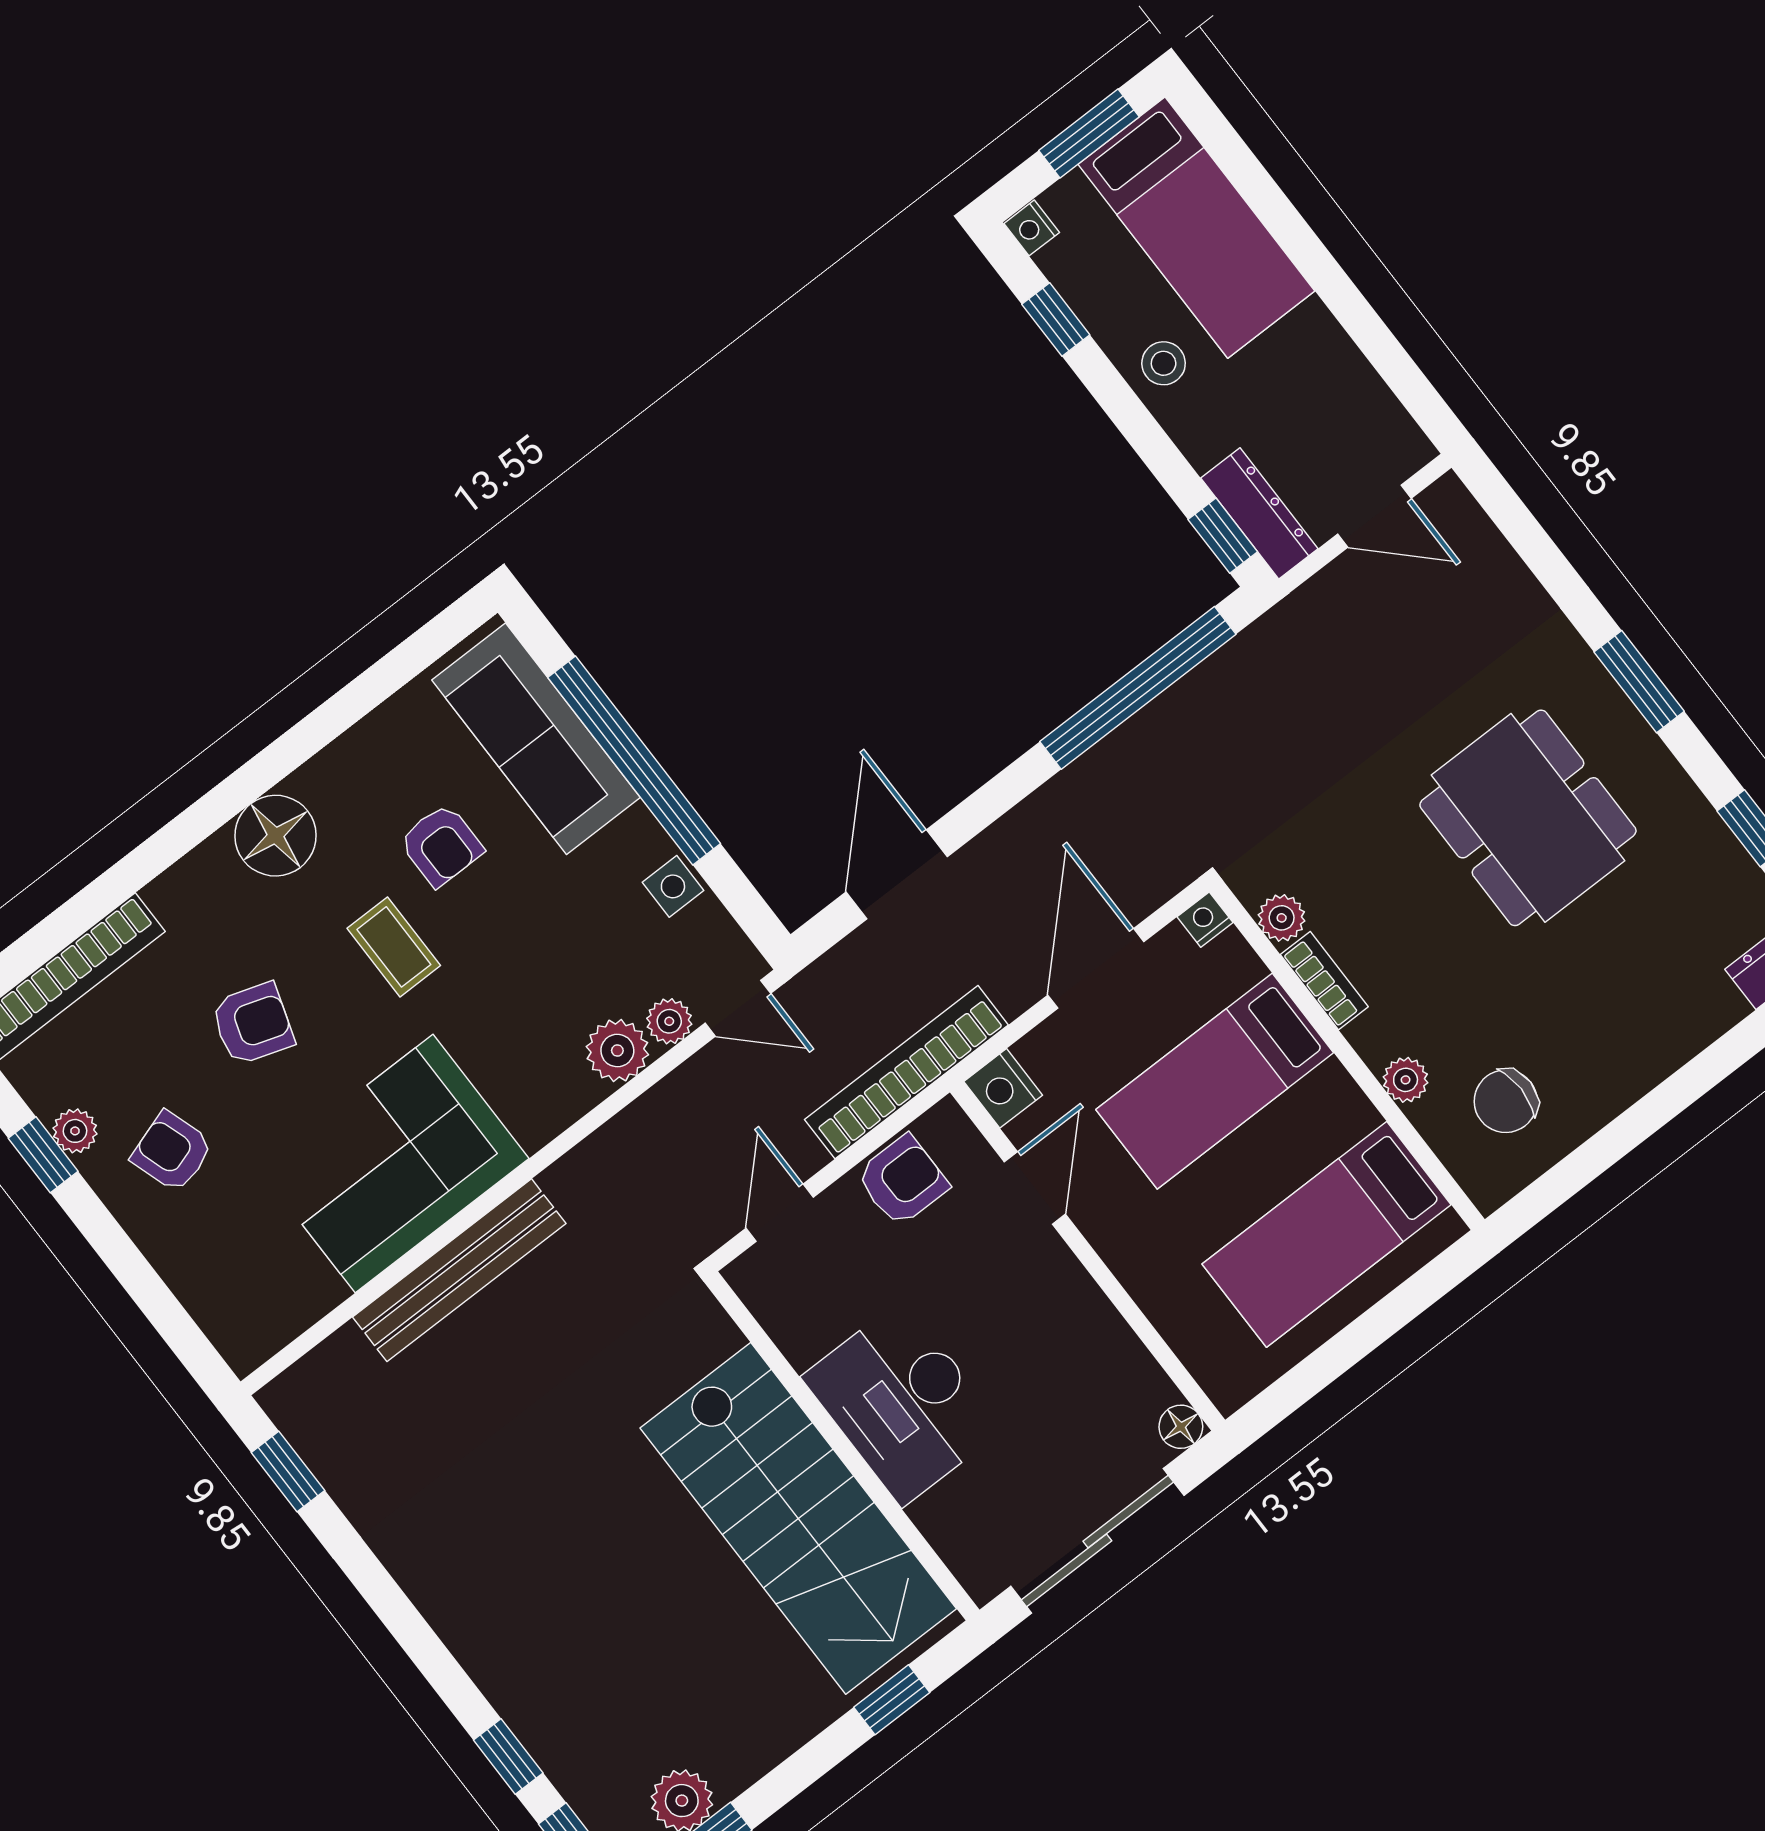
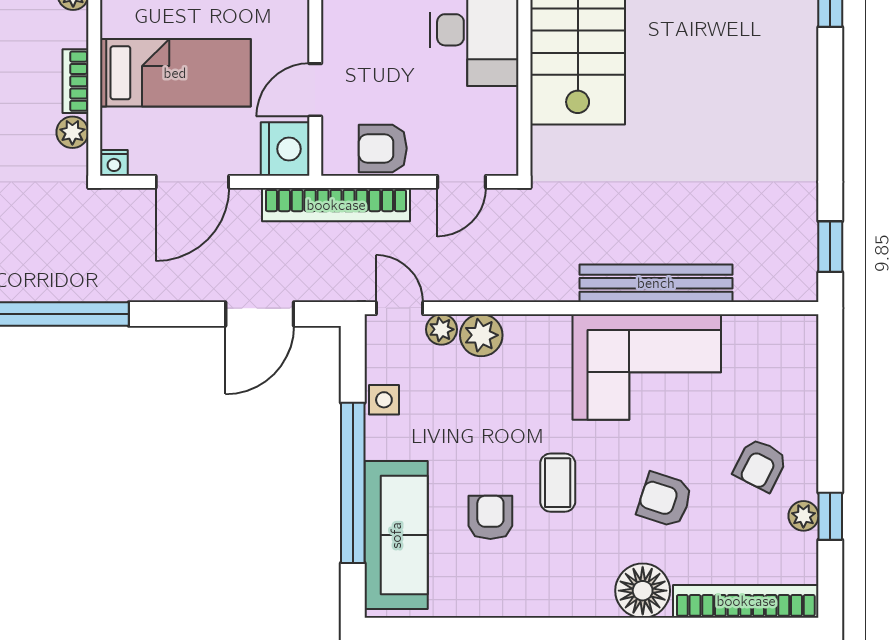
floor lamp: (275, 836) -> (643, 591), moved
nightstand: (1003, 1088) -> (285, 149), width x1.36, depth x1.33
armchair: (172, 1152) -> (760, 465), turned 45

